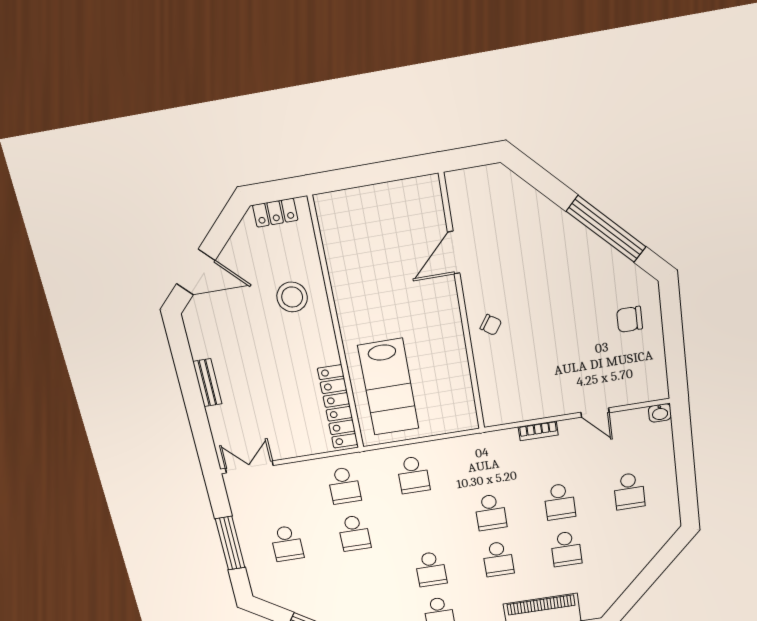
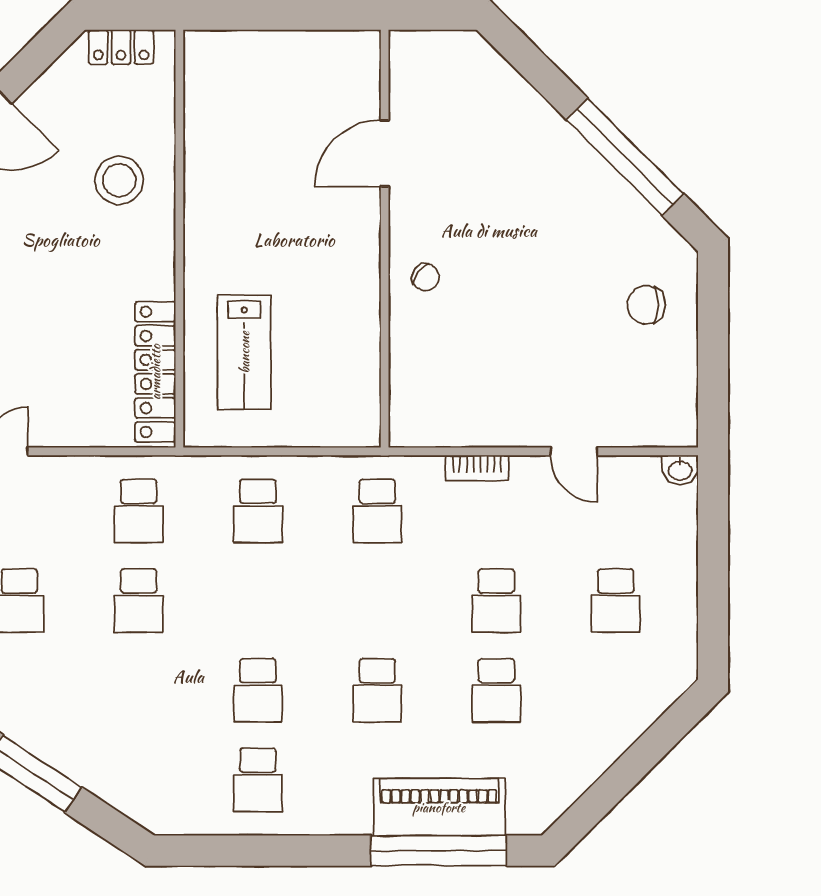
lab bench: (388, 387) -> (244, 352), width x0.73, depth x0.72
school desk: (491, 512) -> (377, 511), moved

